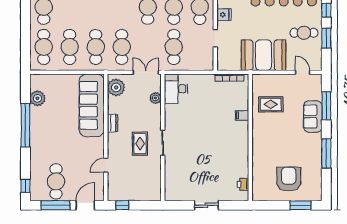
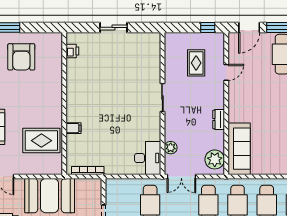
rug: (271, 104) -> (41, 141), width x1.36, depth x1.43
sofa: (92, 105) -> (239, 149), width x0.74, depth x0.79
rug: (140, 144) -> (196, 63), moved

